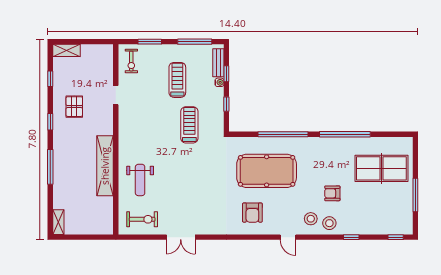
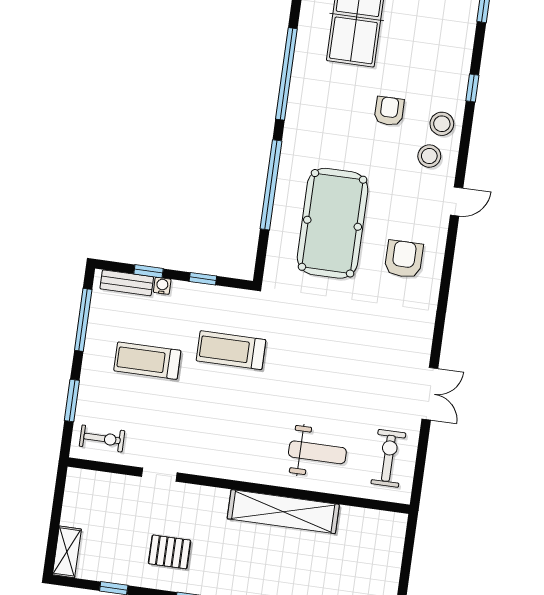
armchair: (332, 193) -> (389, 111), turned 180
armchair: (252, 213) -> (404, 259), turned -90

